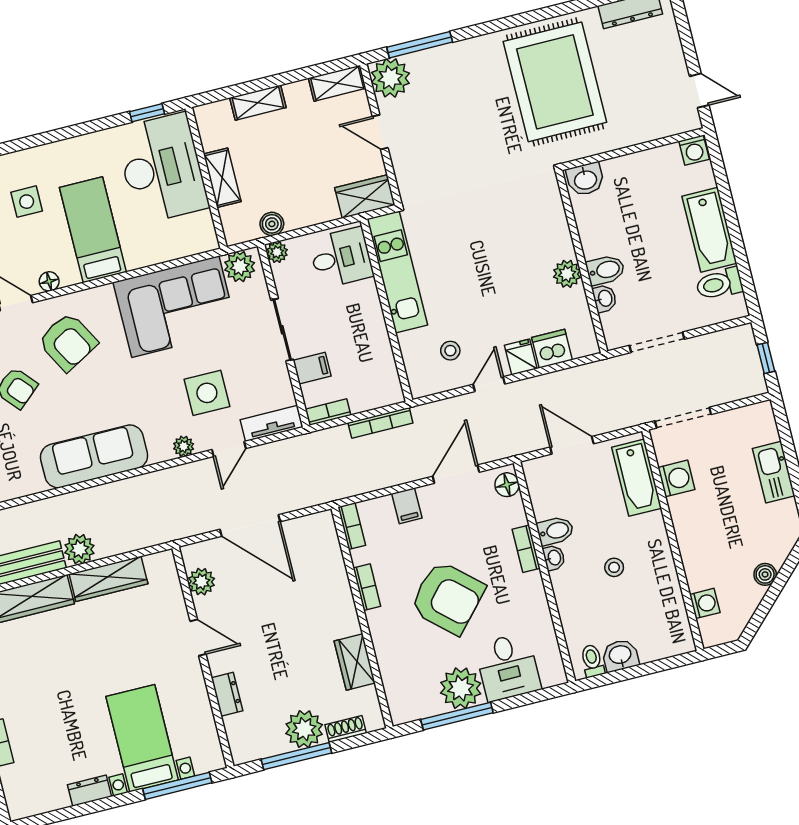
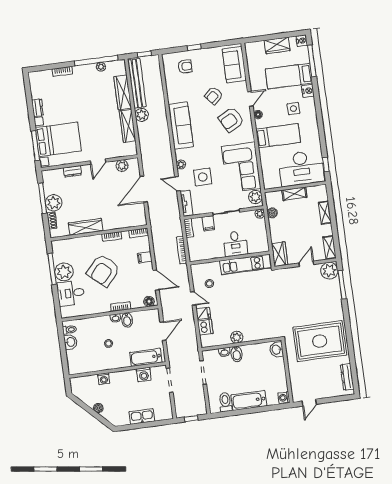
desk: (341, 258) -> (235, 244), moved
washing machine: (705, 603) -> (104, 379), moved
wardrobe: (355, 662) -> (86, 227), width x1.50
bed with nightstands: (142, 738) -> (58, 139), width x1.36

